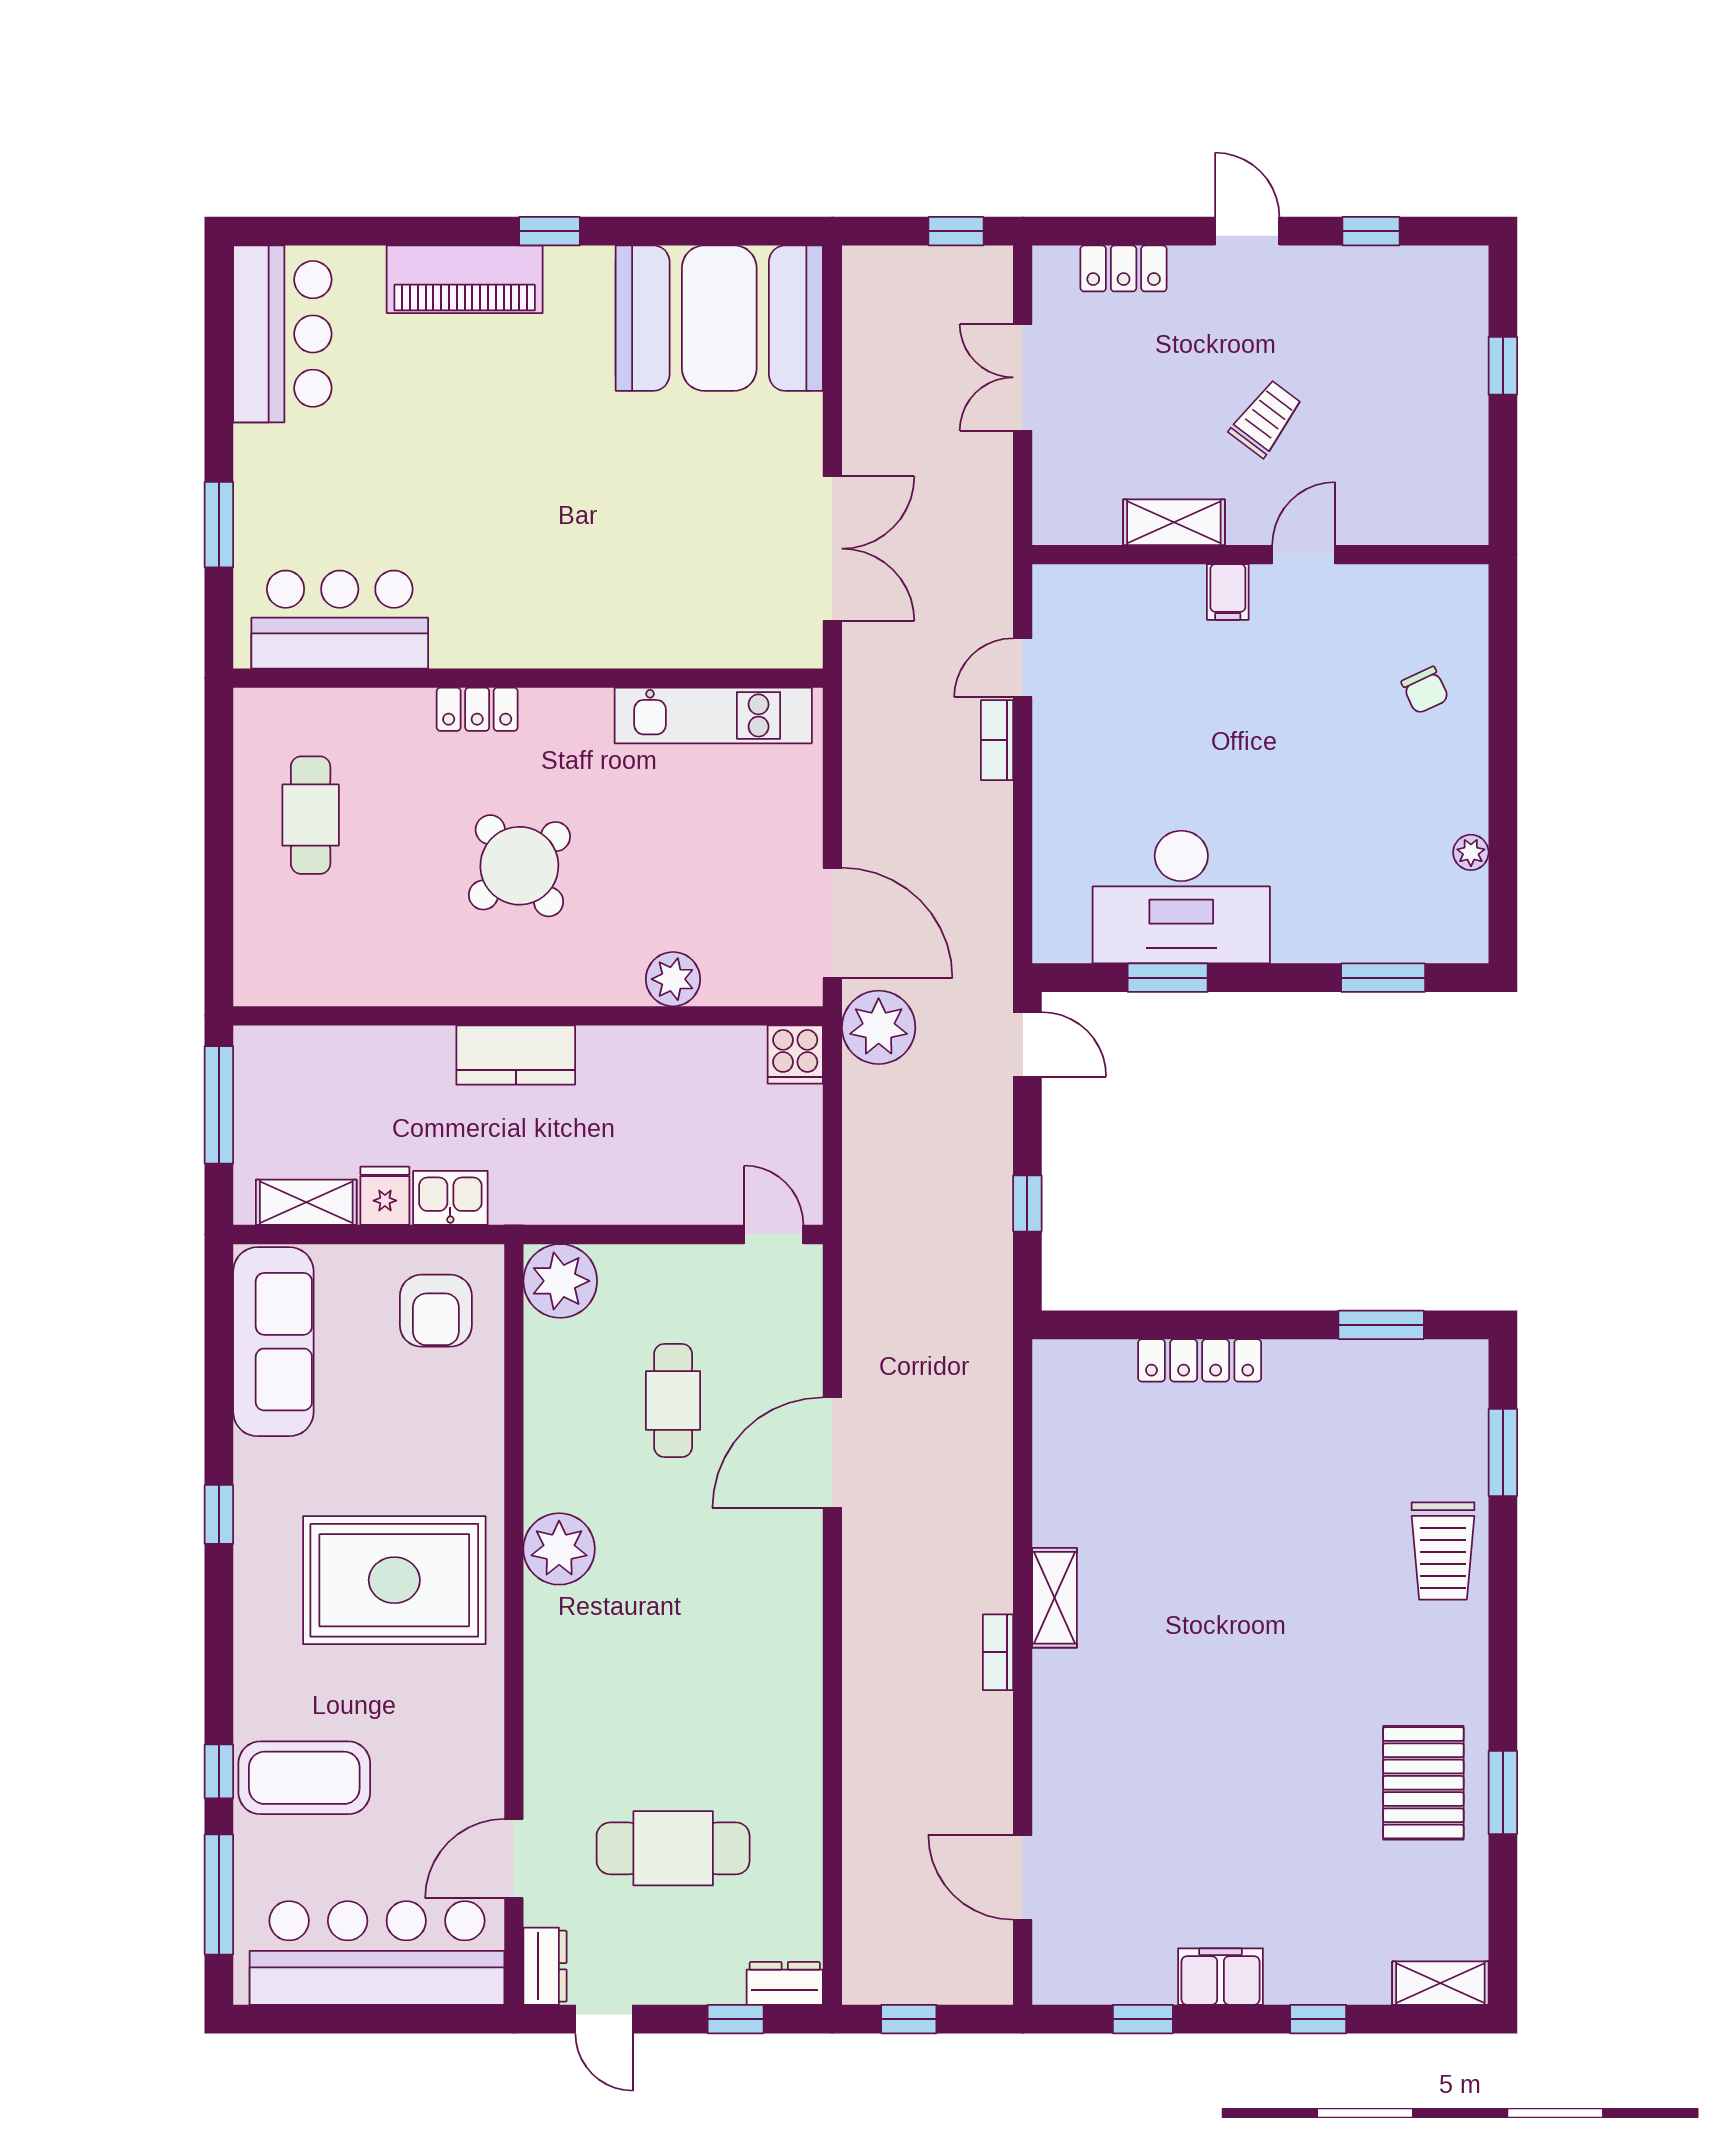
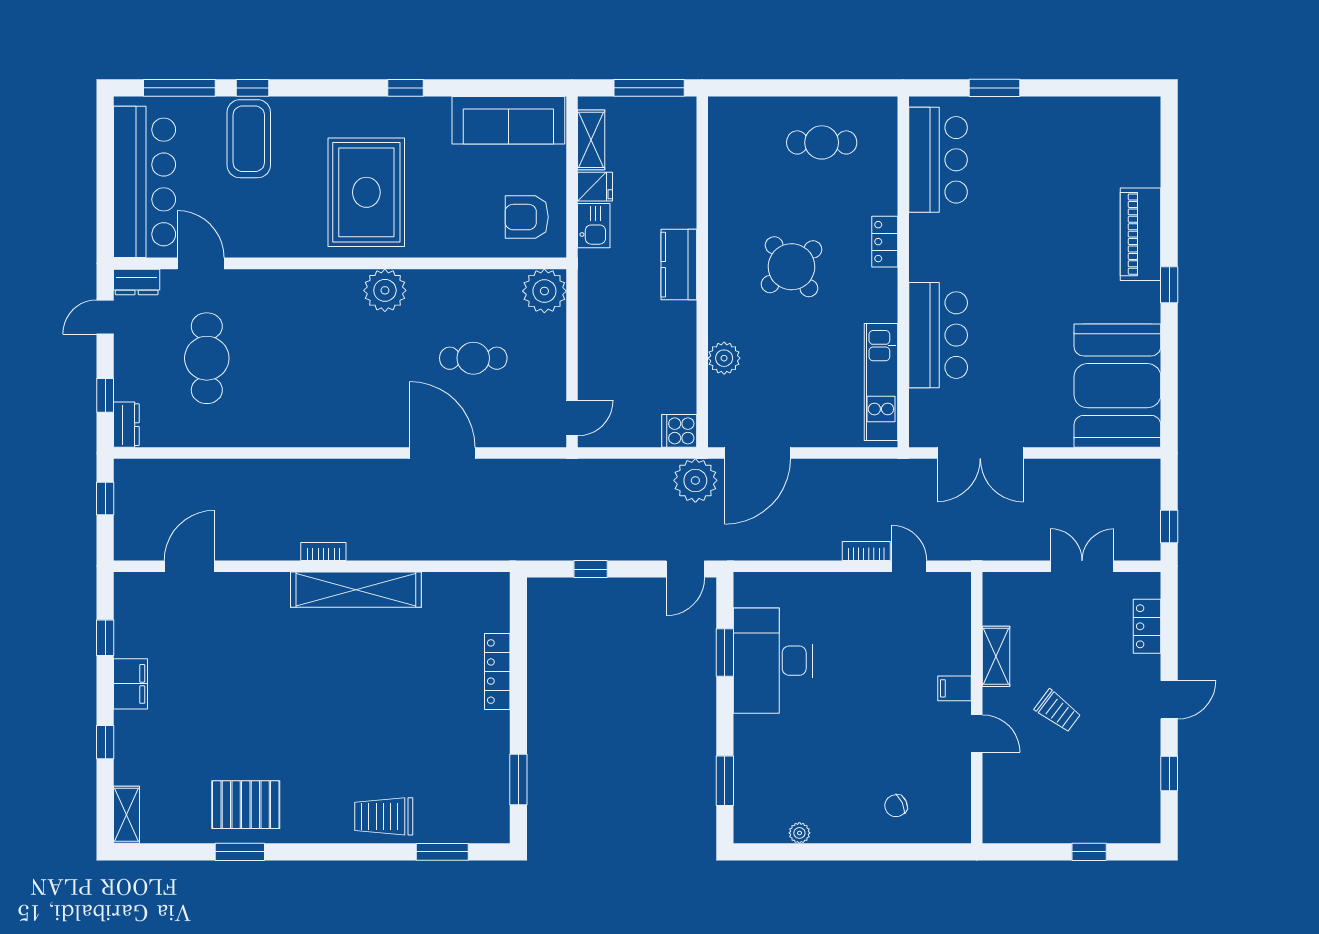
bar counter: (282, 334) -> (938, 335), moved, turned -90
shelving: (1055, 1598) -> (356, 590), width x2.20, depth x1.33

